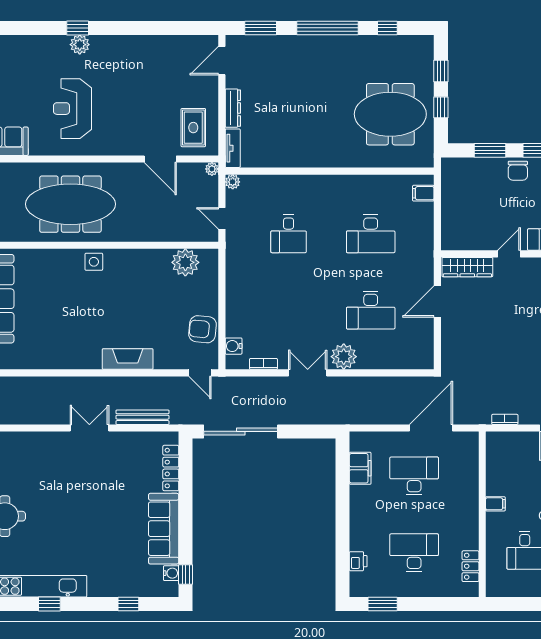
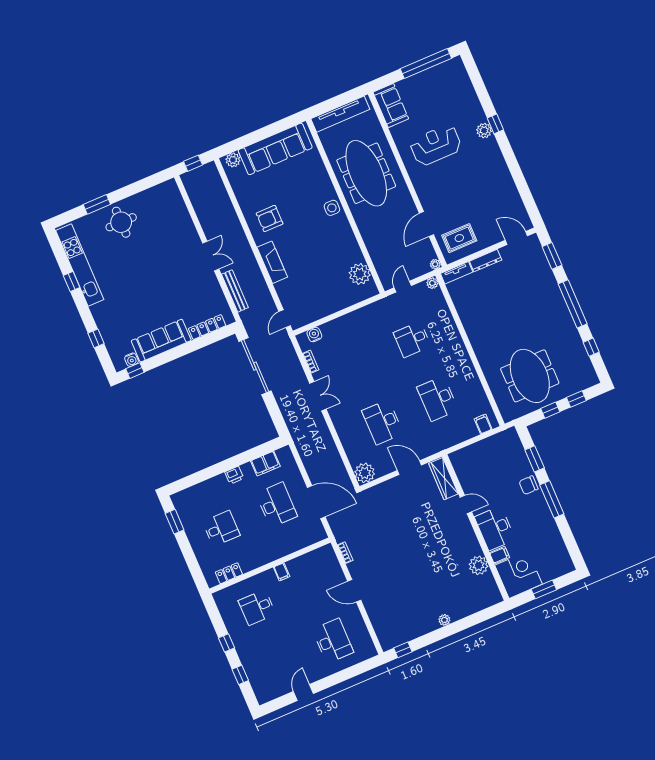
armchair: (202, 329) -> (270, 219), moved, turned -96
plant: (344, 357) -> (365, 473), moved
desk: (414, 553) -> (221, 528), width x0.73
printer: (358, 561) -> (234, 475), moved

